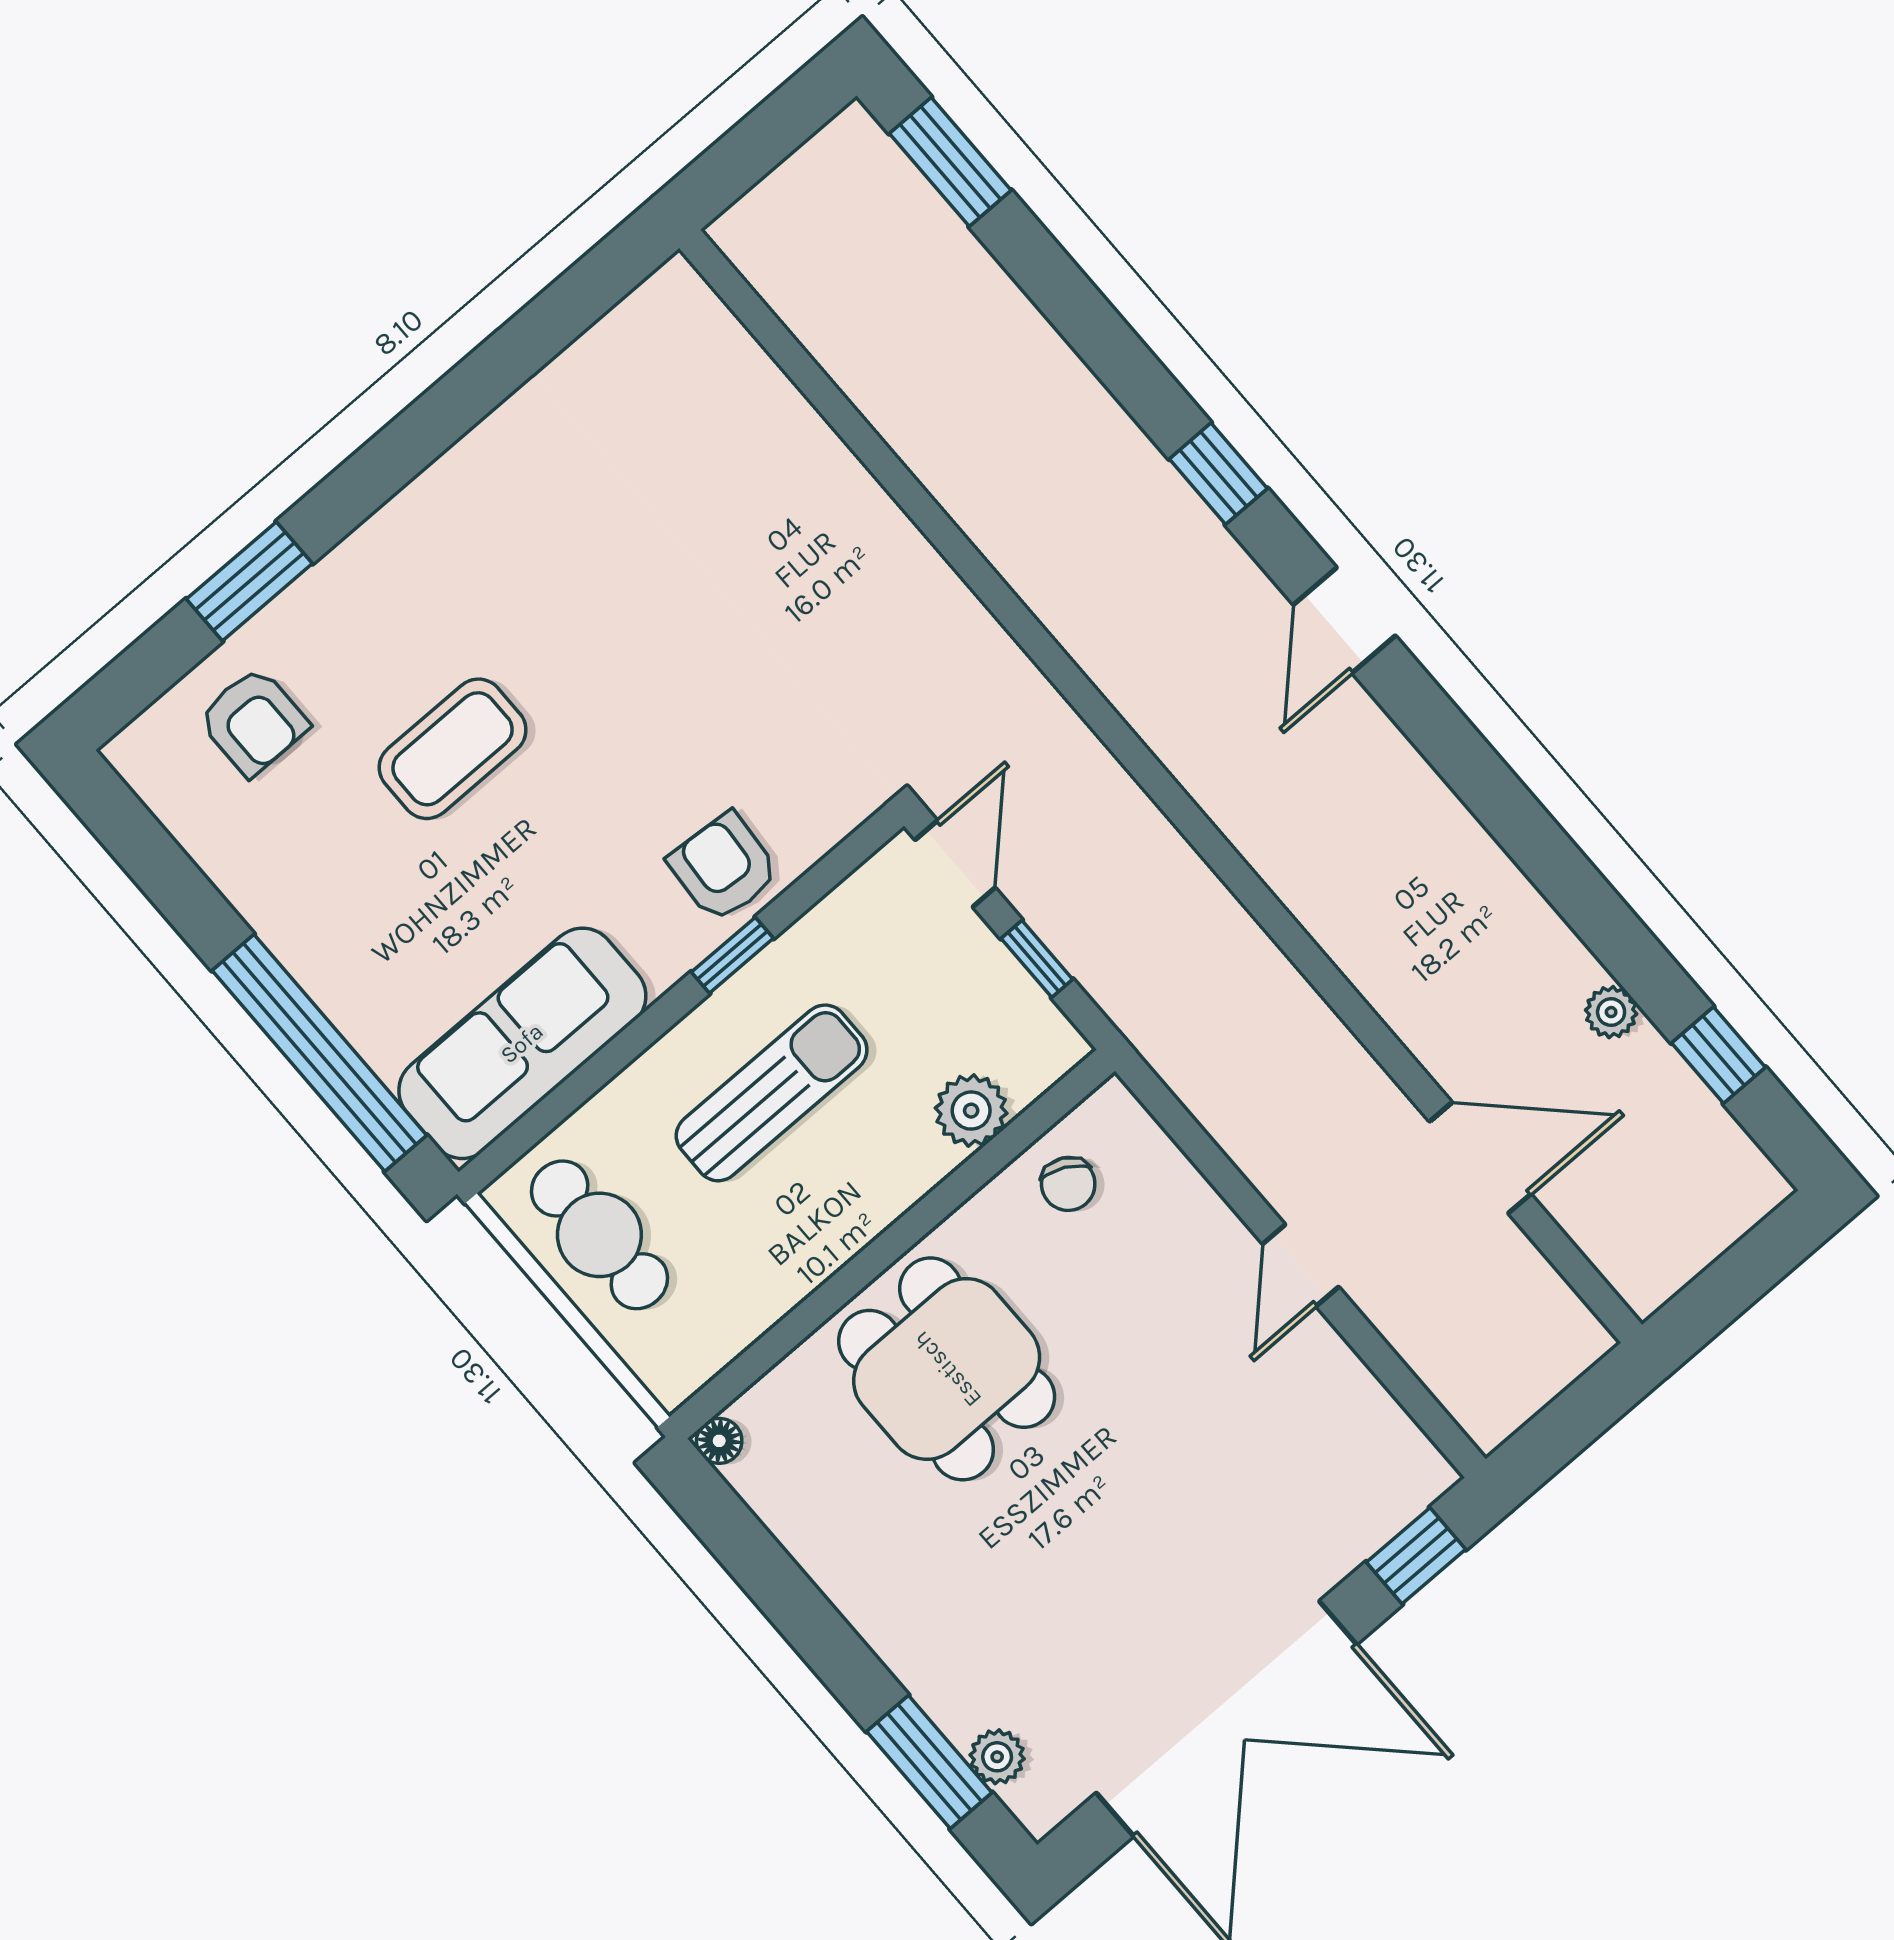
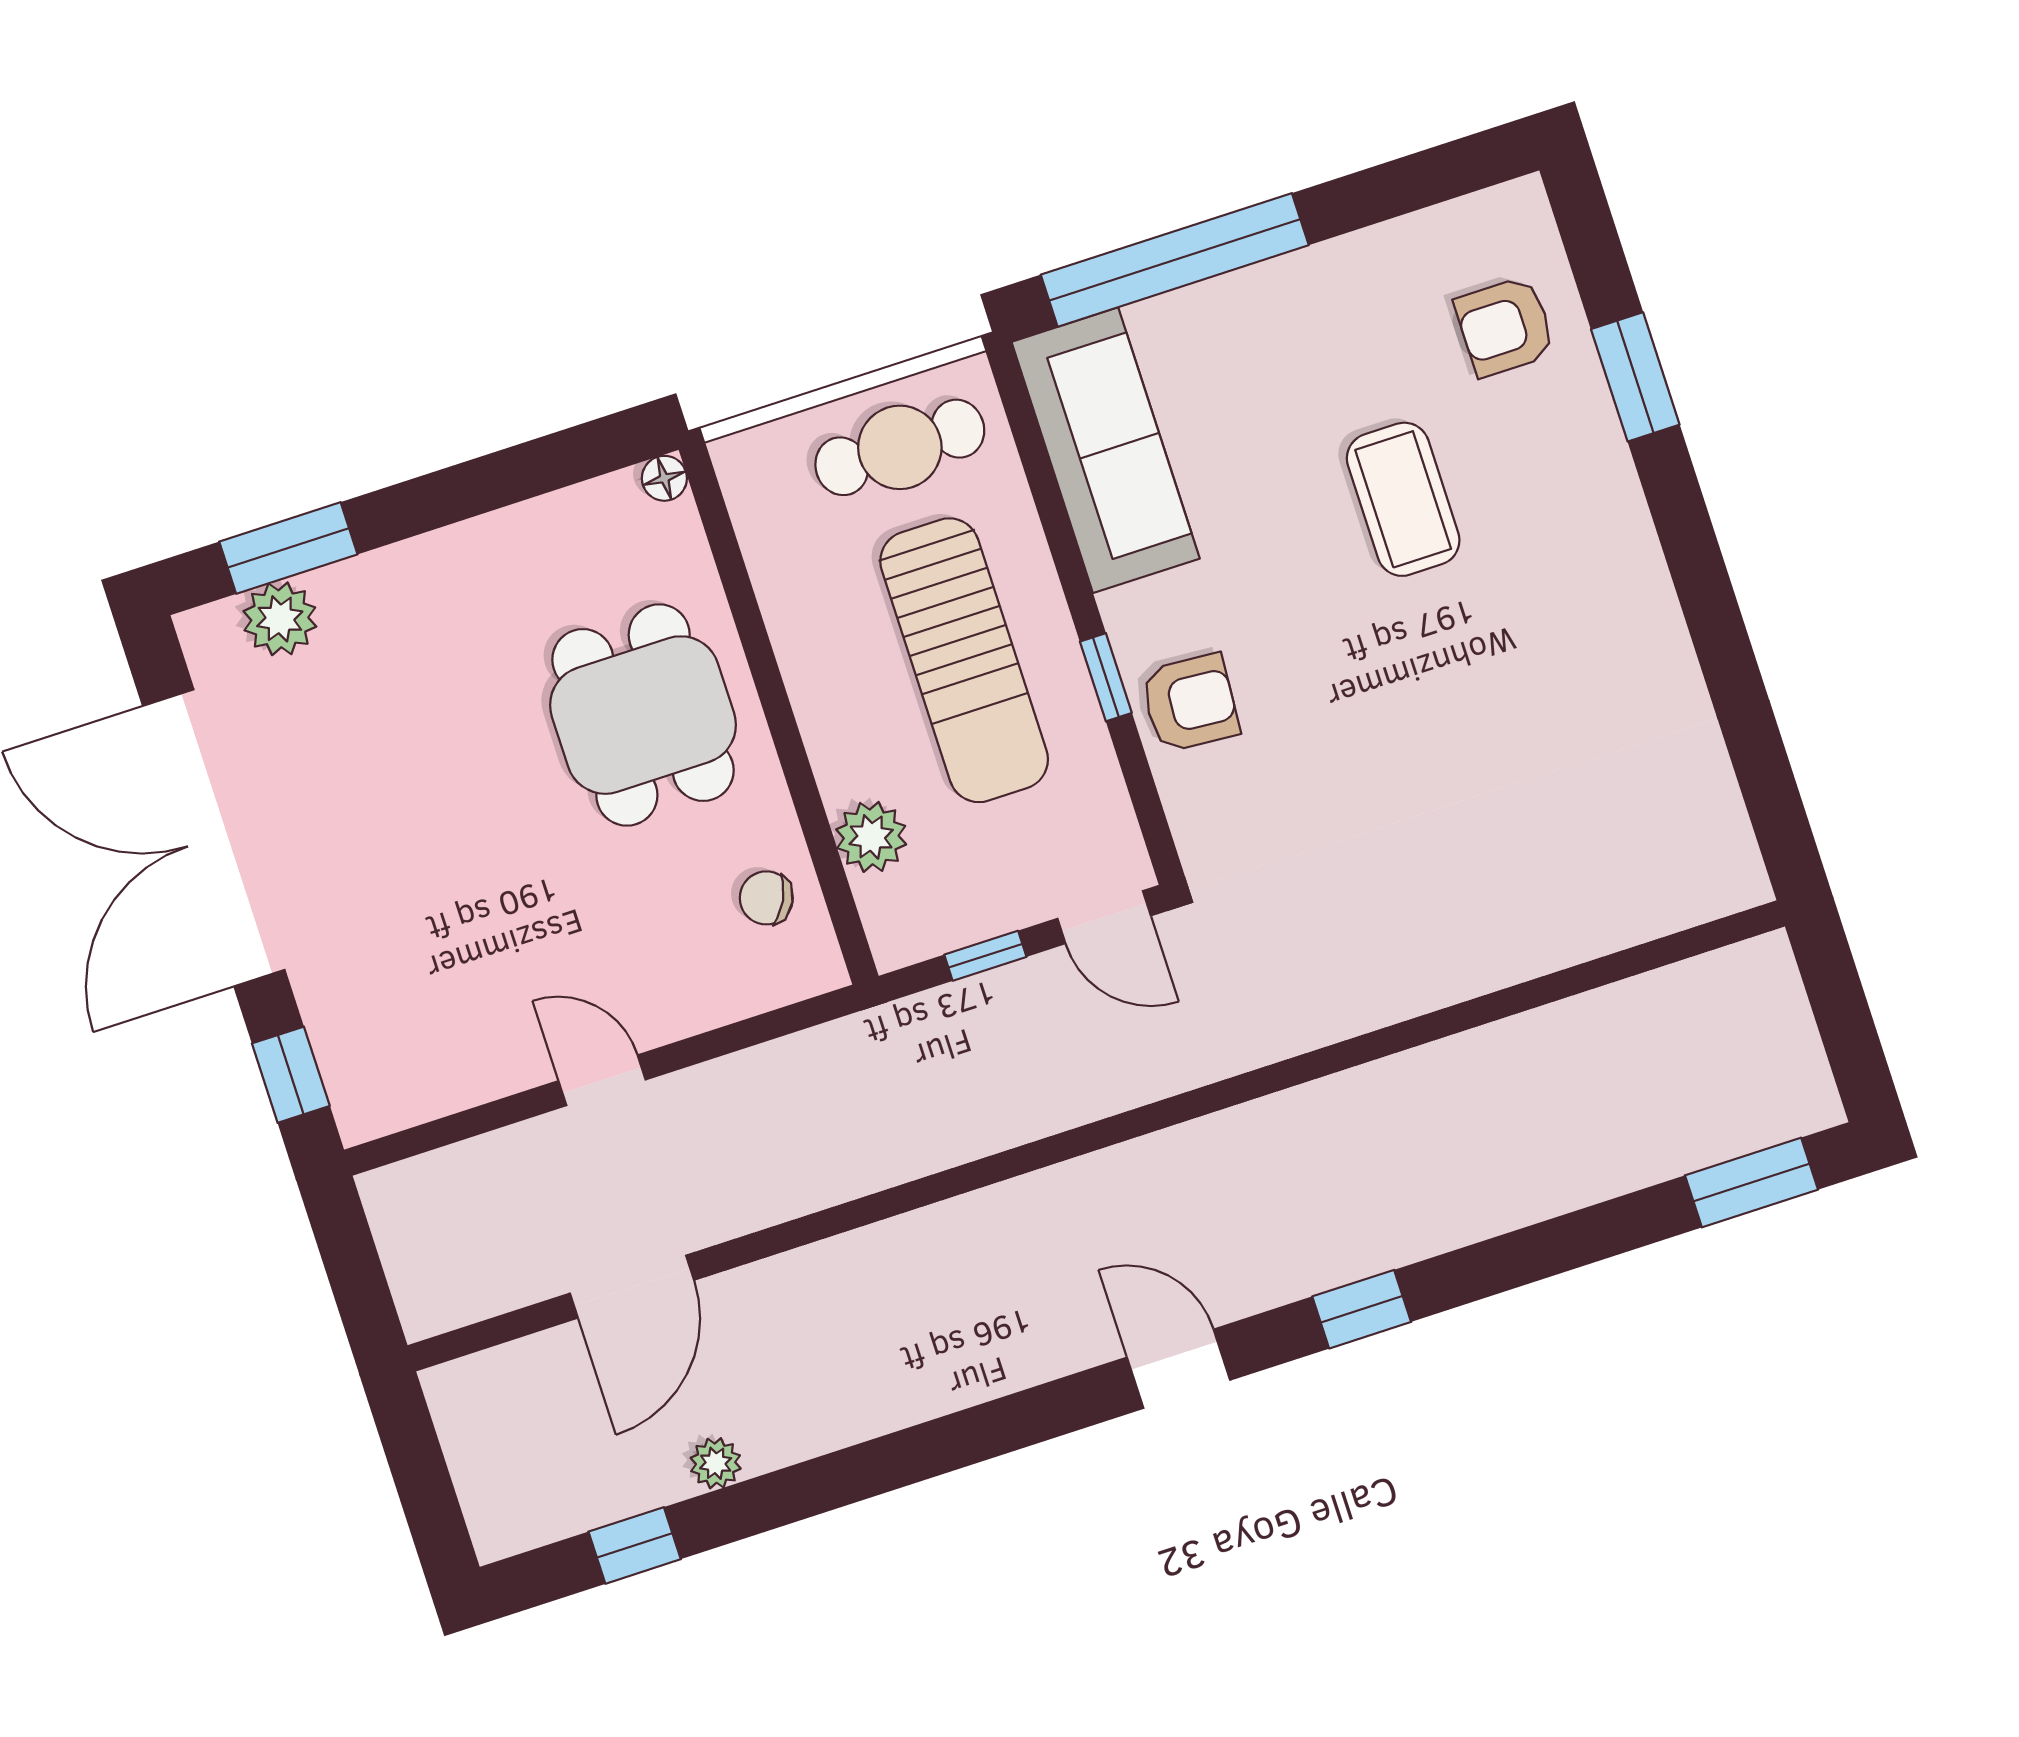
sun lounger: (772, 1093) -> (964, 660), width x1.36, depth x1.34
dining table: (947, 1369) -> (643, 715), turned 90
plant: (997, 1757) -> (280, 619), width x1.38, depth x1.38

